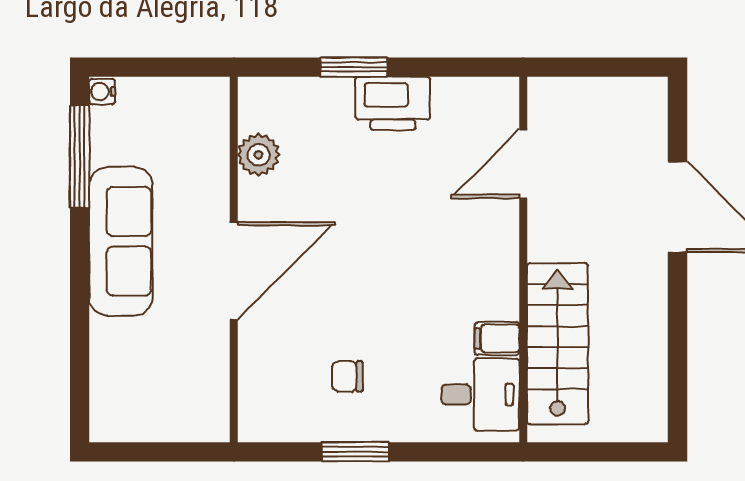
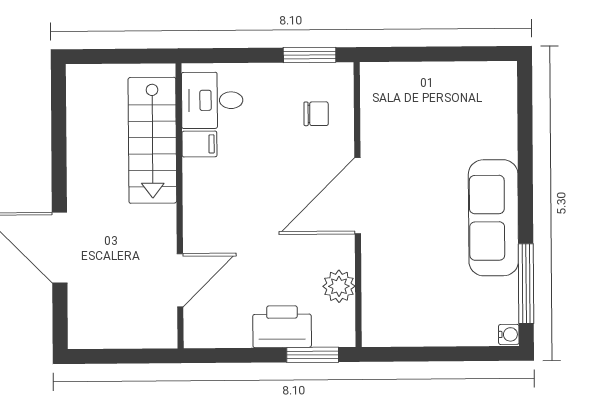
plant: (259, 155) -> (339, 286), moved
wall: (234, 259) -> (358, 205), moved
door: (234, 271) -> (358, 196), moved

